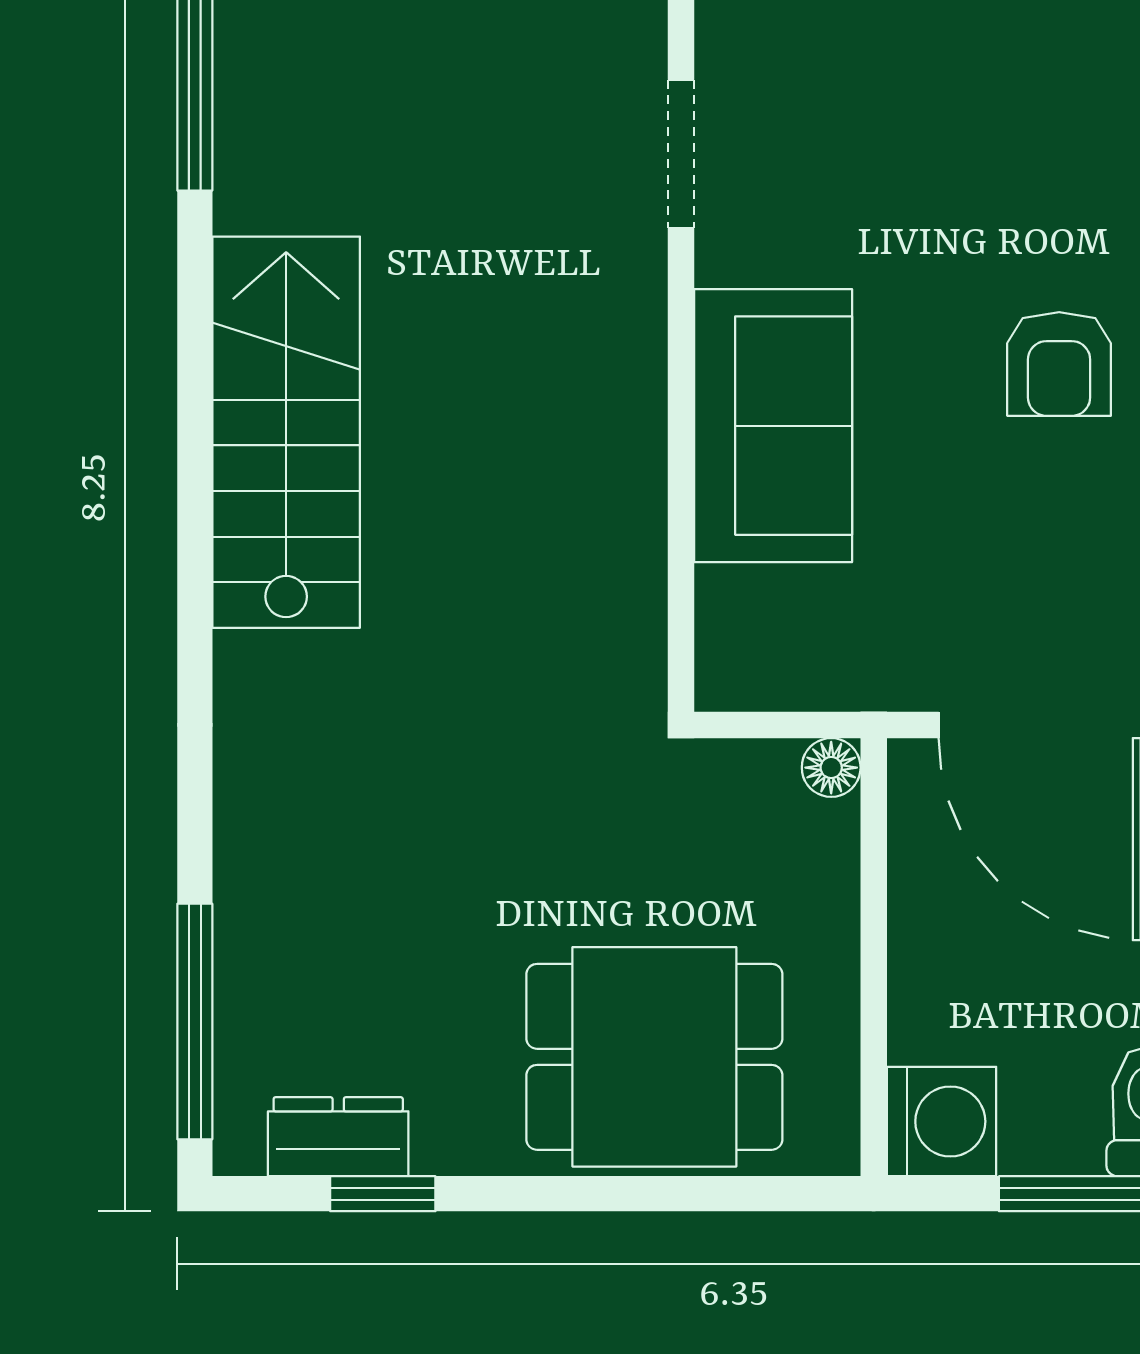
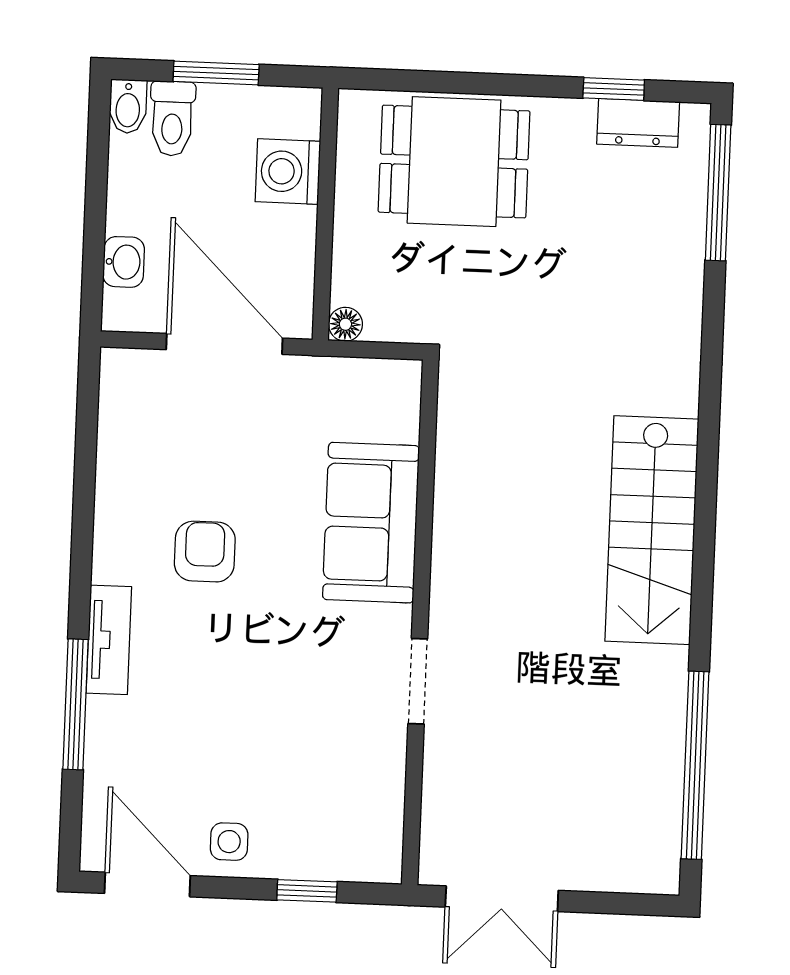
washing machine: (942, 1121) -> (288, 171), moved

